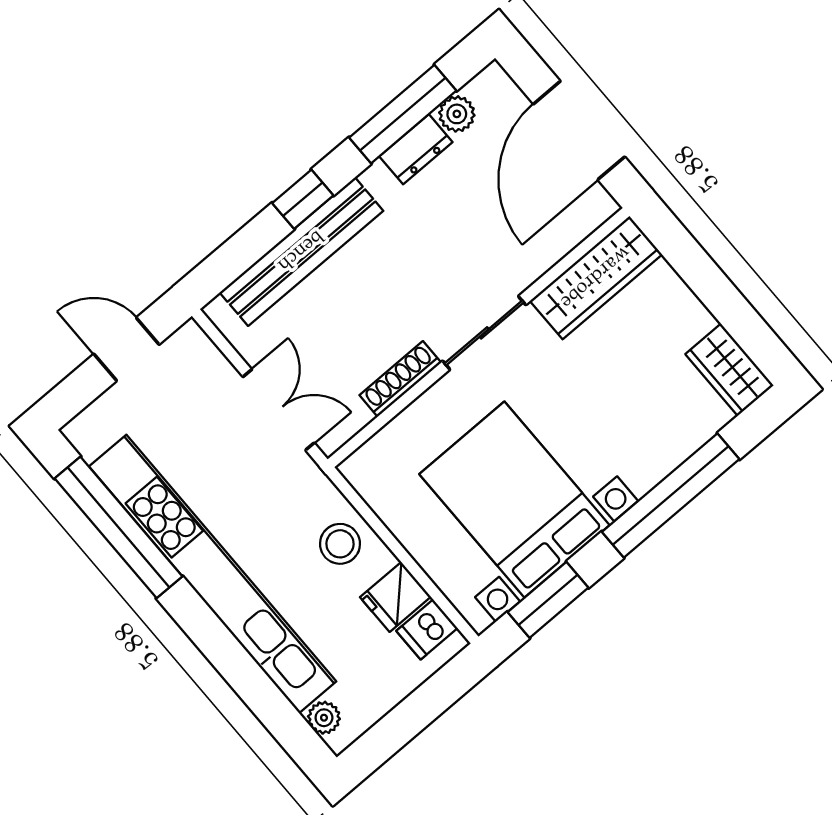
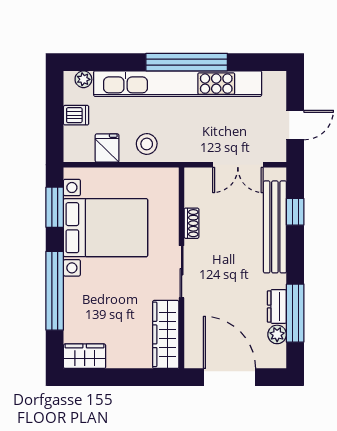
window: (303, 199) -> (295, 212), moved
shoe rack: (400, 379) -> (192, 223), width x0.70
double door: (279, 410) -> (238, 165), moved
window: (119, 527) -> (187, 62), moved
dishwasher: (427, 629) -> (76, 115), moved, turned 90

